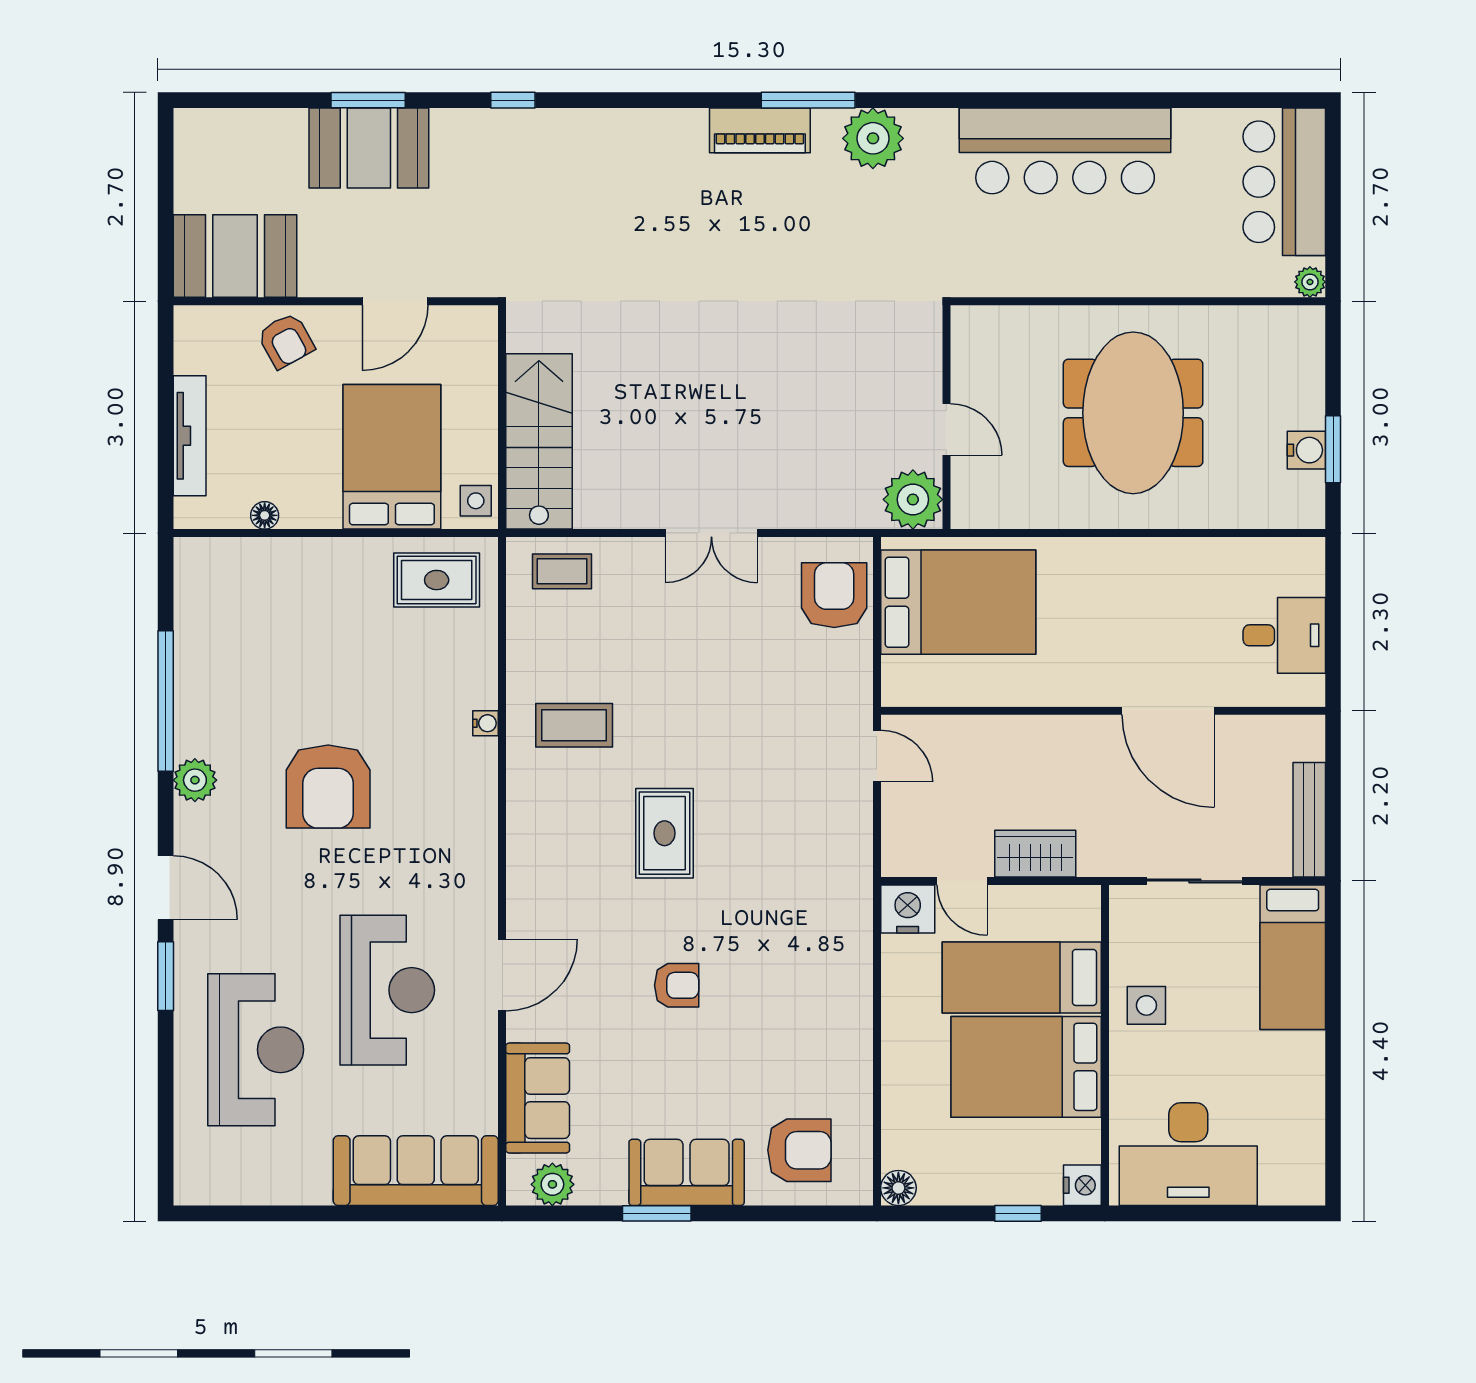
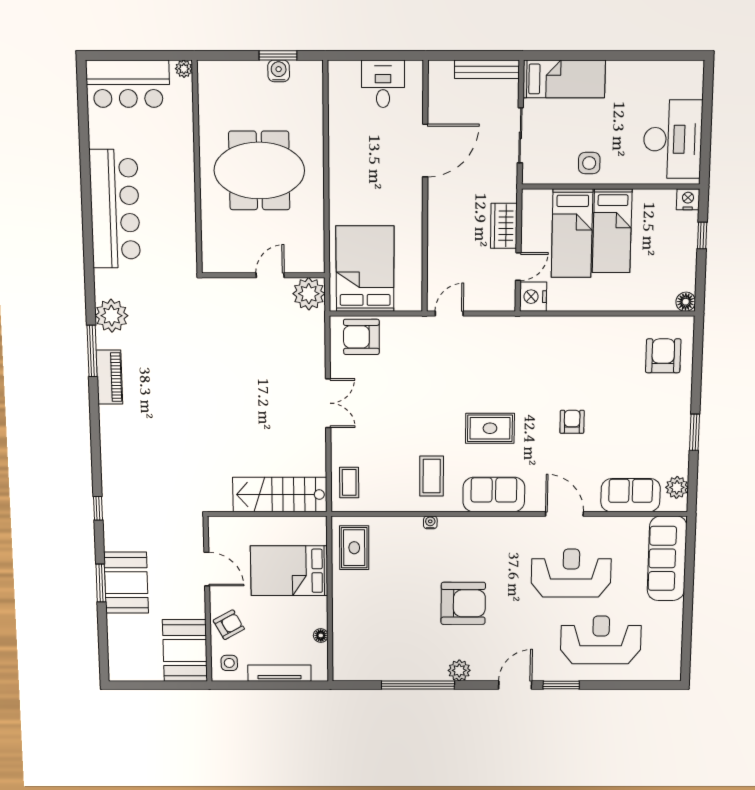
side table: (476, 501) -> (229, 663), moved
bed: (1026, 1067) -> (612, 231), width x0.67
sofa: (687, 1172) -> (494, 494), moved, turned 90

